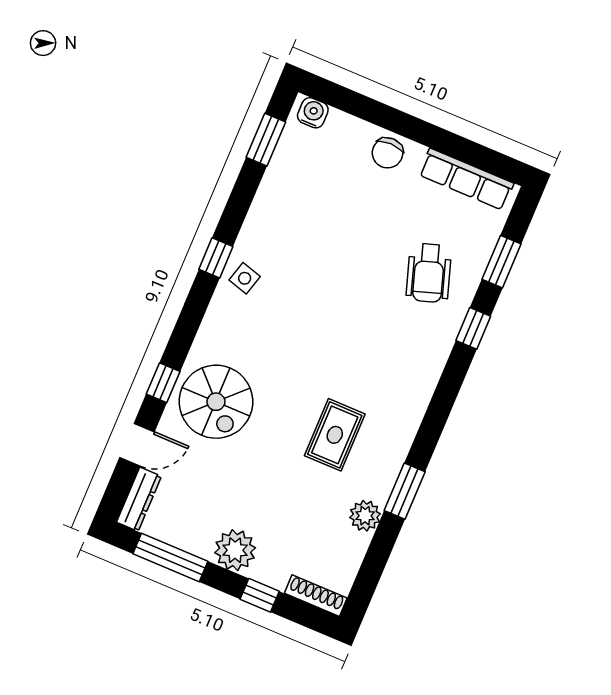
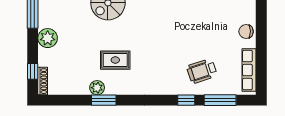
window: (502, 262) -> (220, 100), width x1.44
plant: (365, 516) -> (97, 88), moved
window: (260, 595) -> (33, 71), moved

